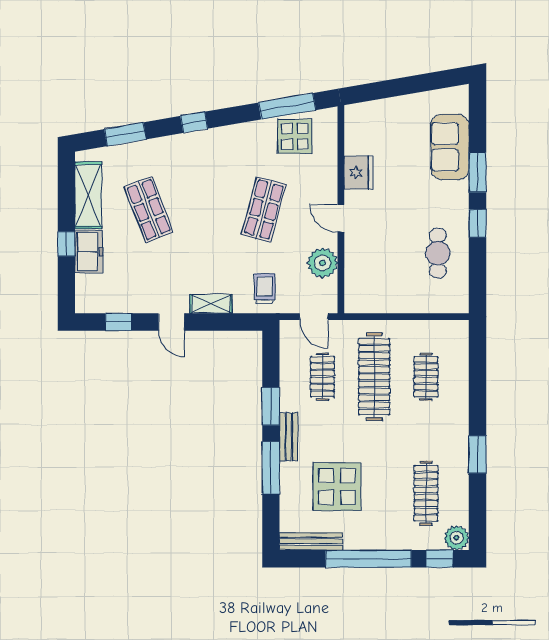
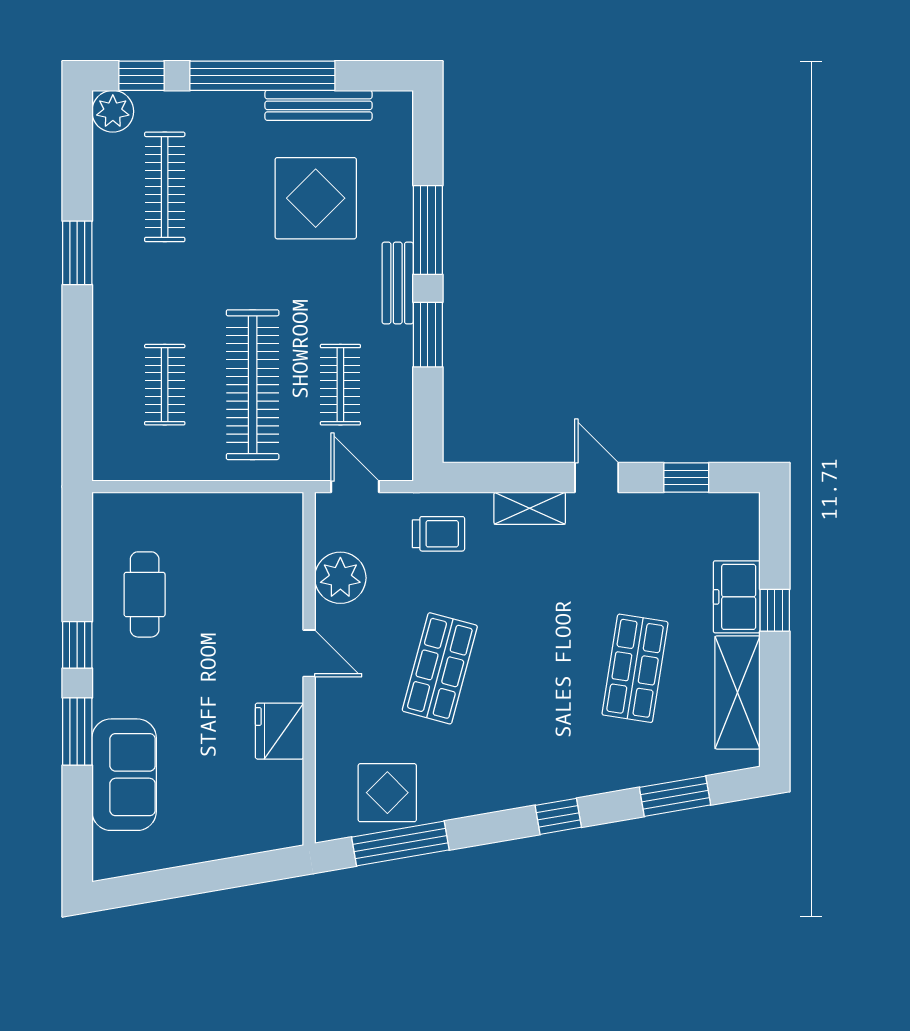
shop shelf: (149, 210) -> (635, 668), turned 30
trolley: (265, 289) -> (439, 534), turned -90
bench: (311, 541) -> (319, 105), moved

